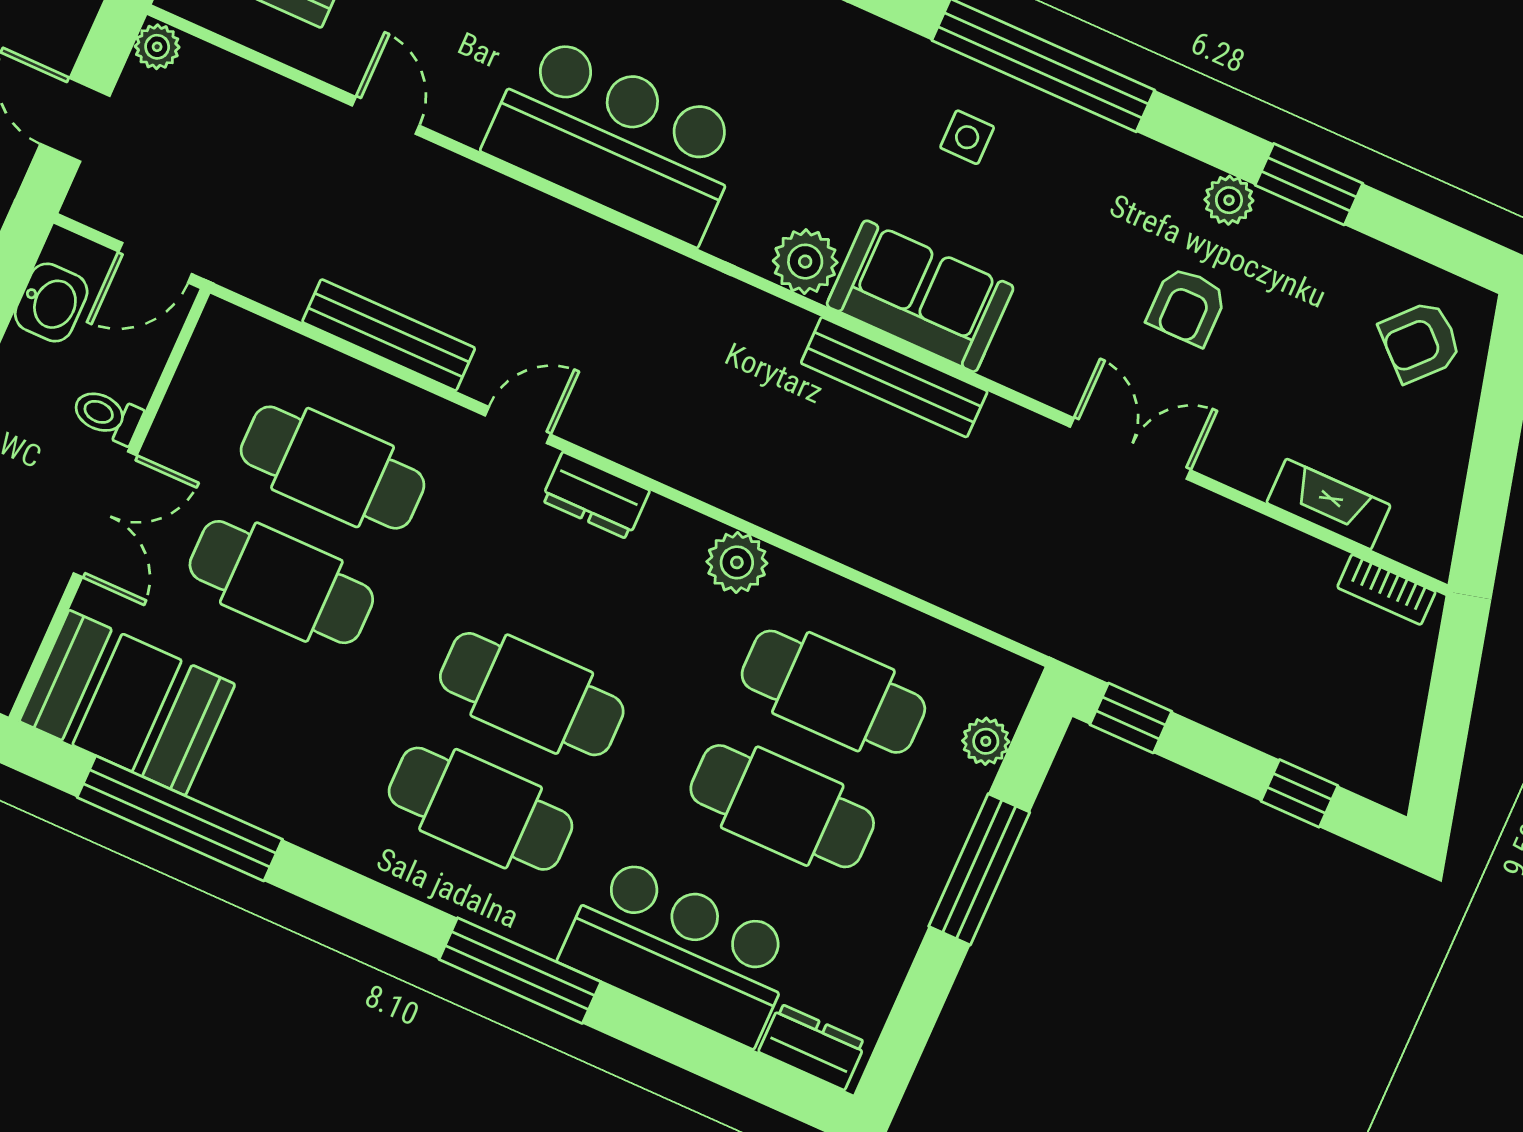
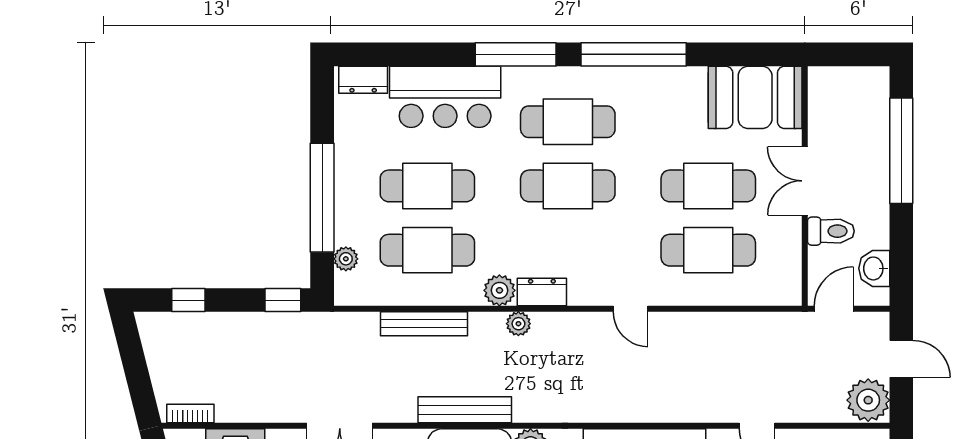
plant: (157, 47) -> (868, 400), width x1.88, depth x1.88
bench: (389, 335) -> (424, 324), moved
toilet: (107, 416) -> (831, 231), width x1.37, depth x1.39
door: (518, 425) -> (631, 309), hinge flipped
plant: (730, 488) -> (518, 324), added
dresser: (595, 496) -> (542, 292), moved
window: (180, 818) -> (634, 54), moved
window: (979, 869) -> (322, 198), width x1.46

